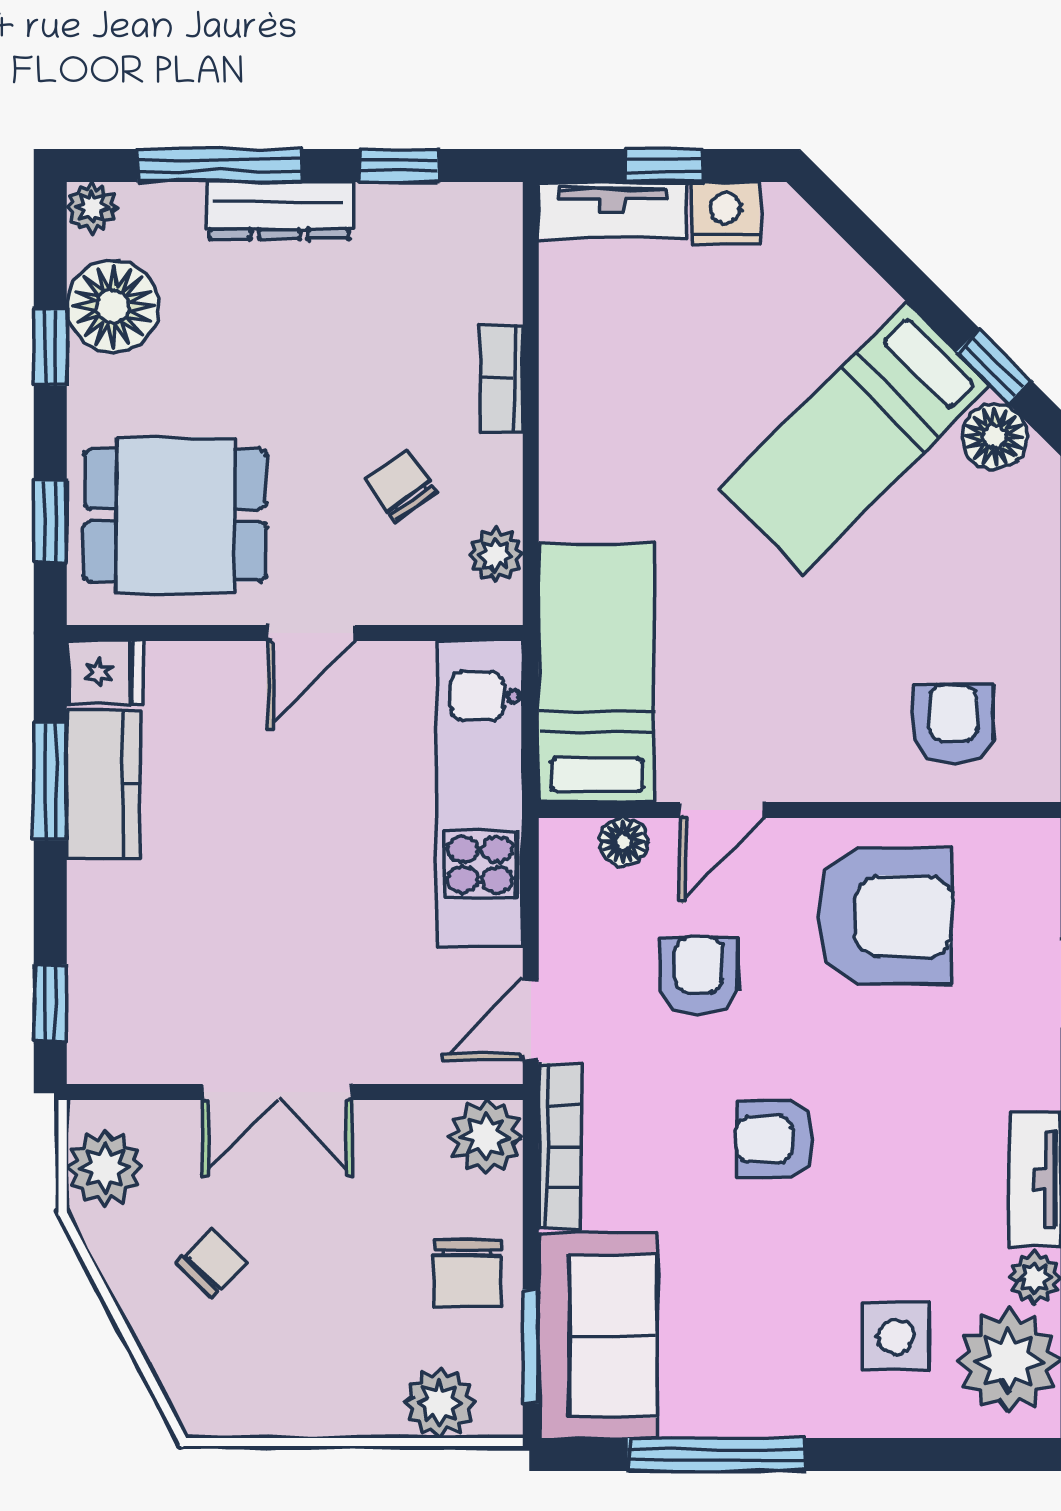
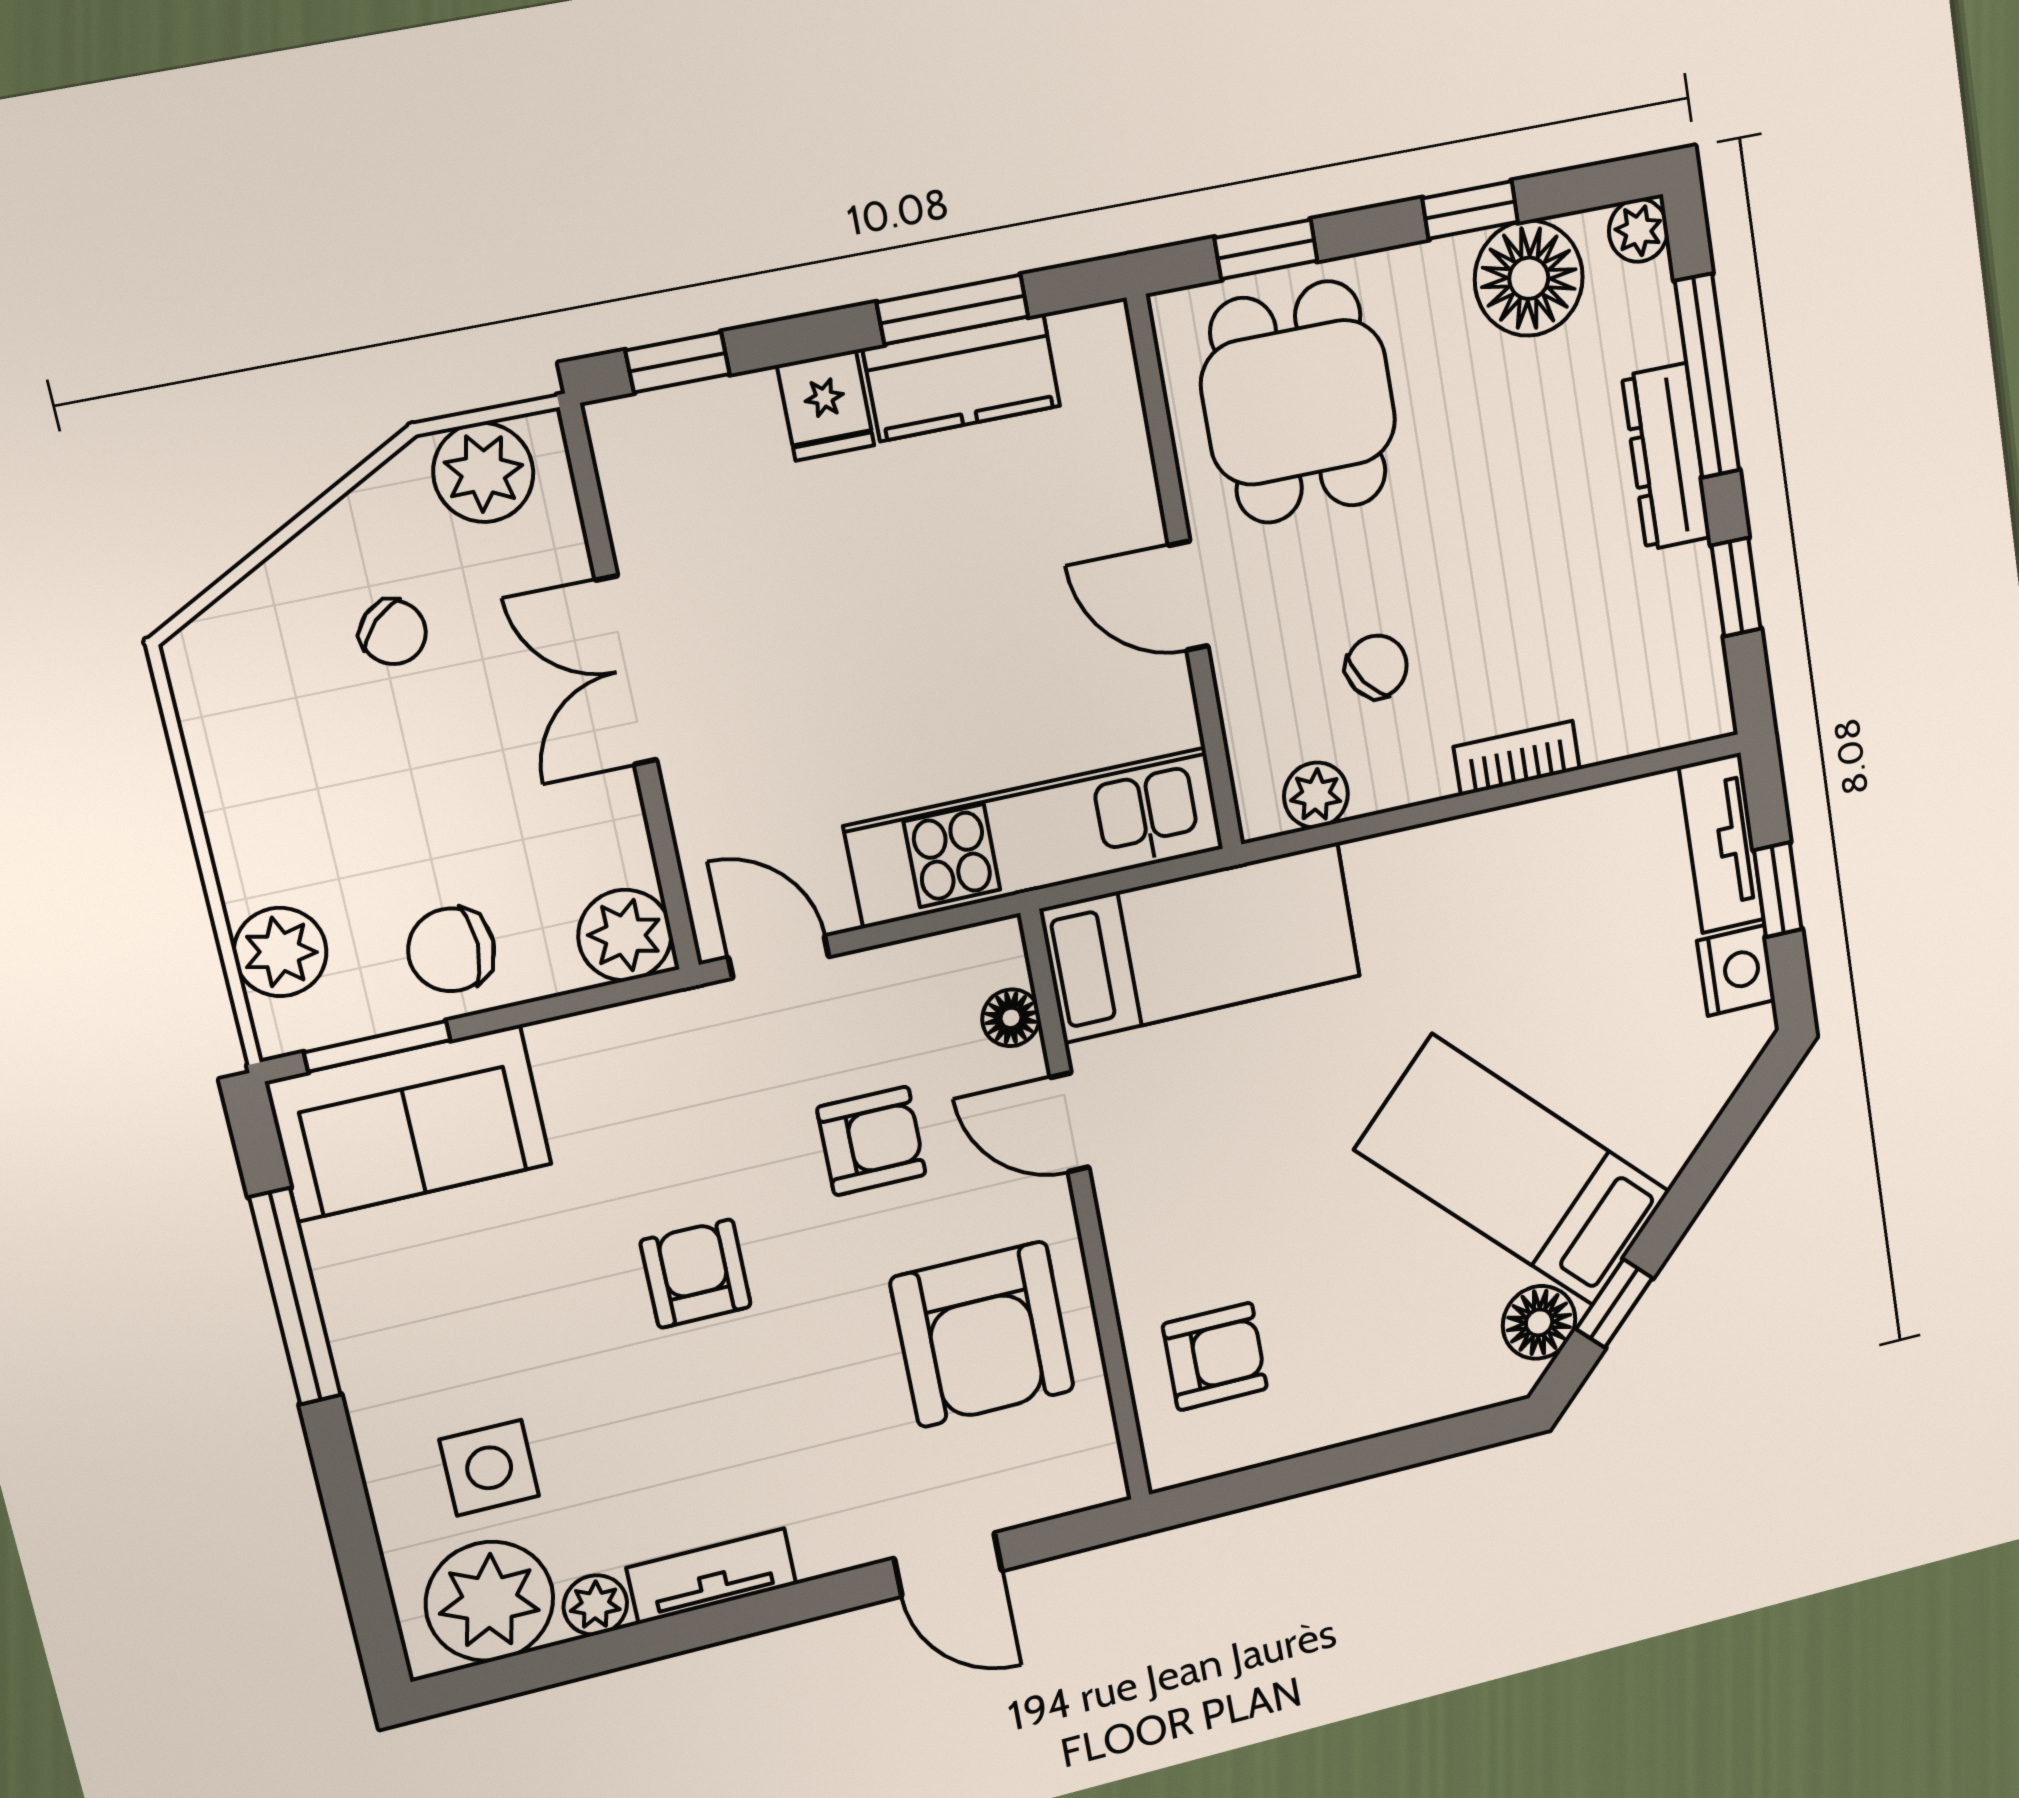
fridge: (105, 673) -> (826, 405), moved
bookcase: (560, 1146) -> (633, 1025), removed

